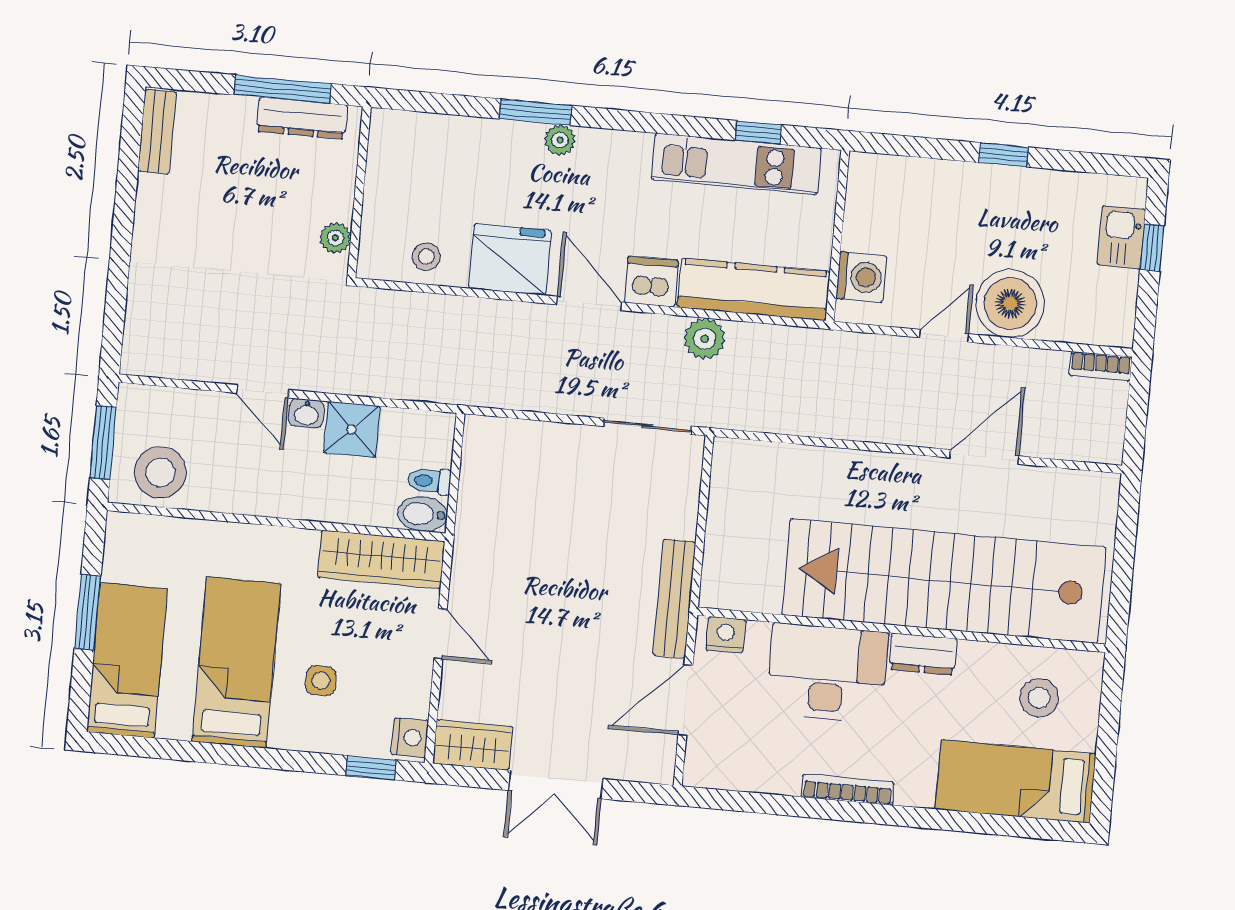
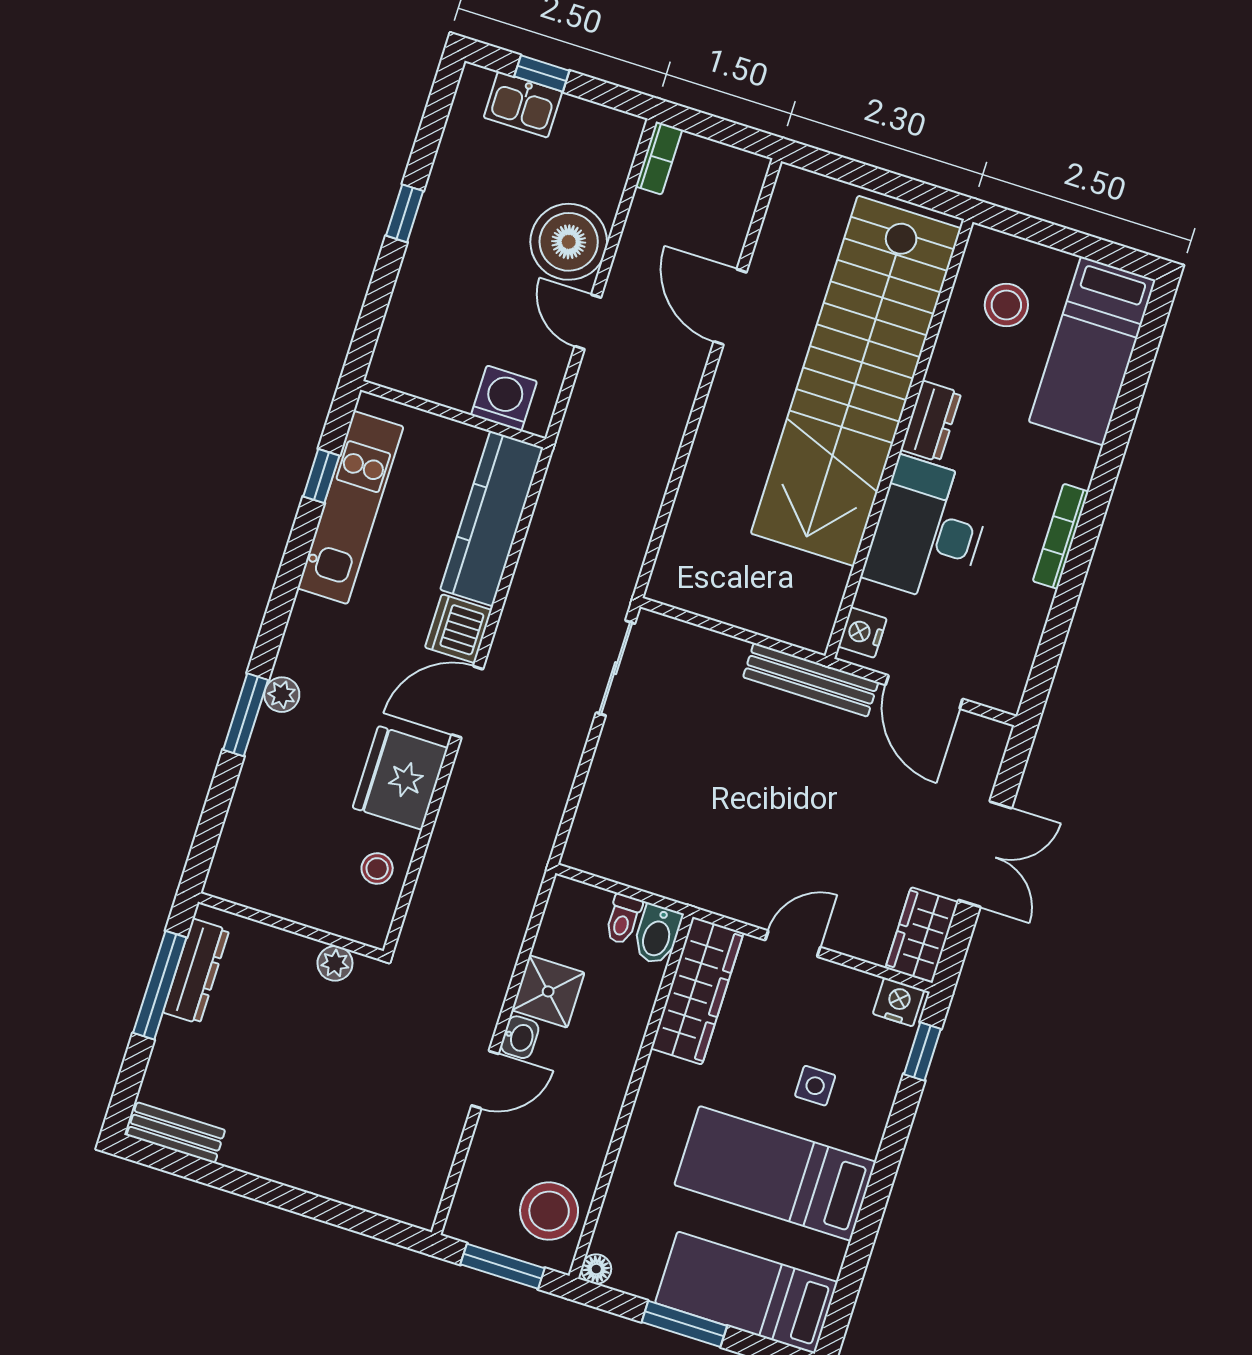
plant: (705, 339) -> (534, 584), removed
floor lamp: (119, 525) -> (596, 1269), added

